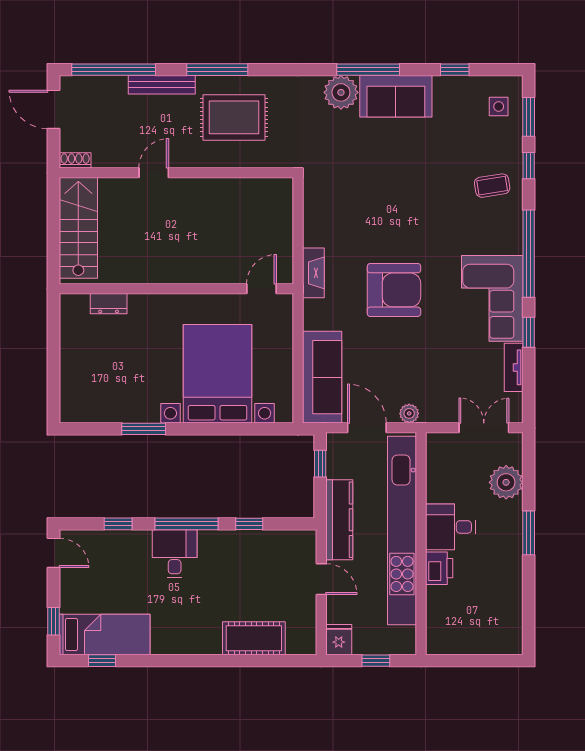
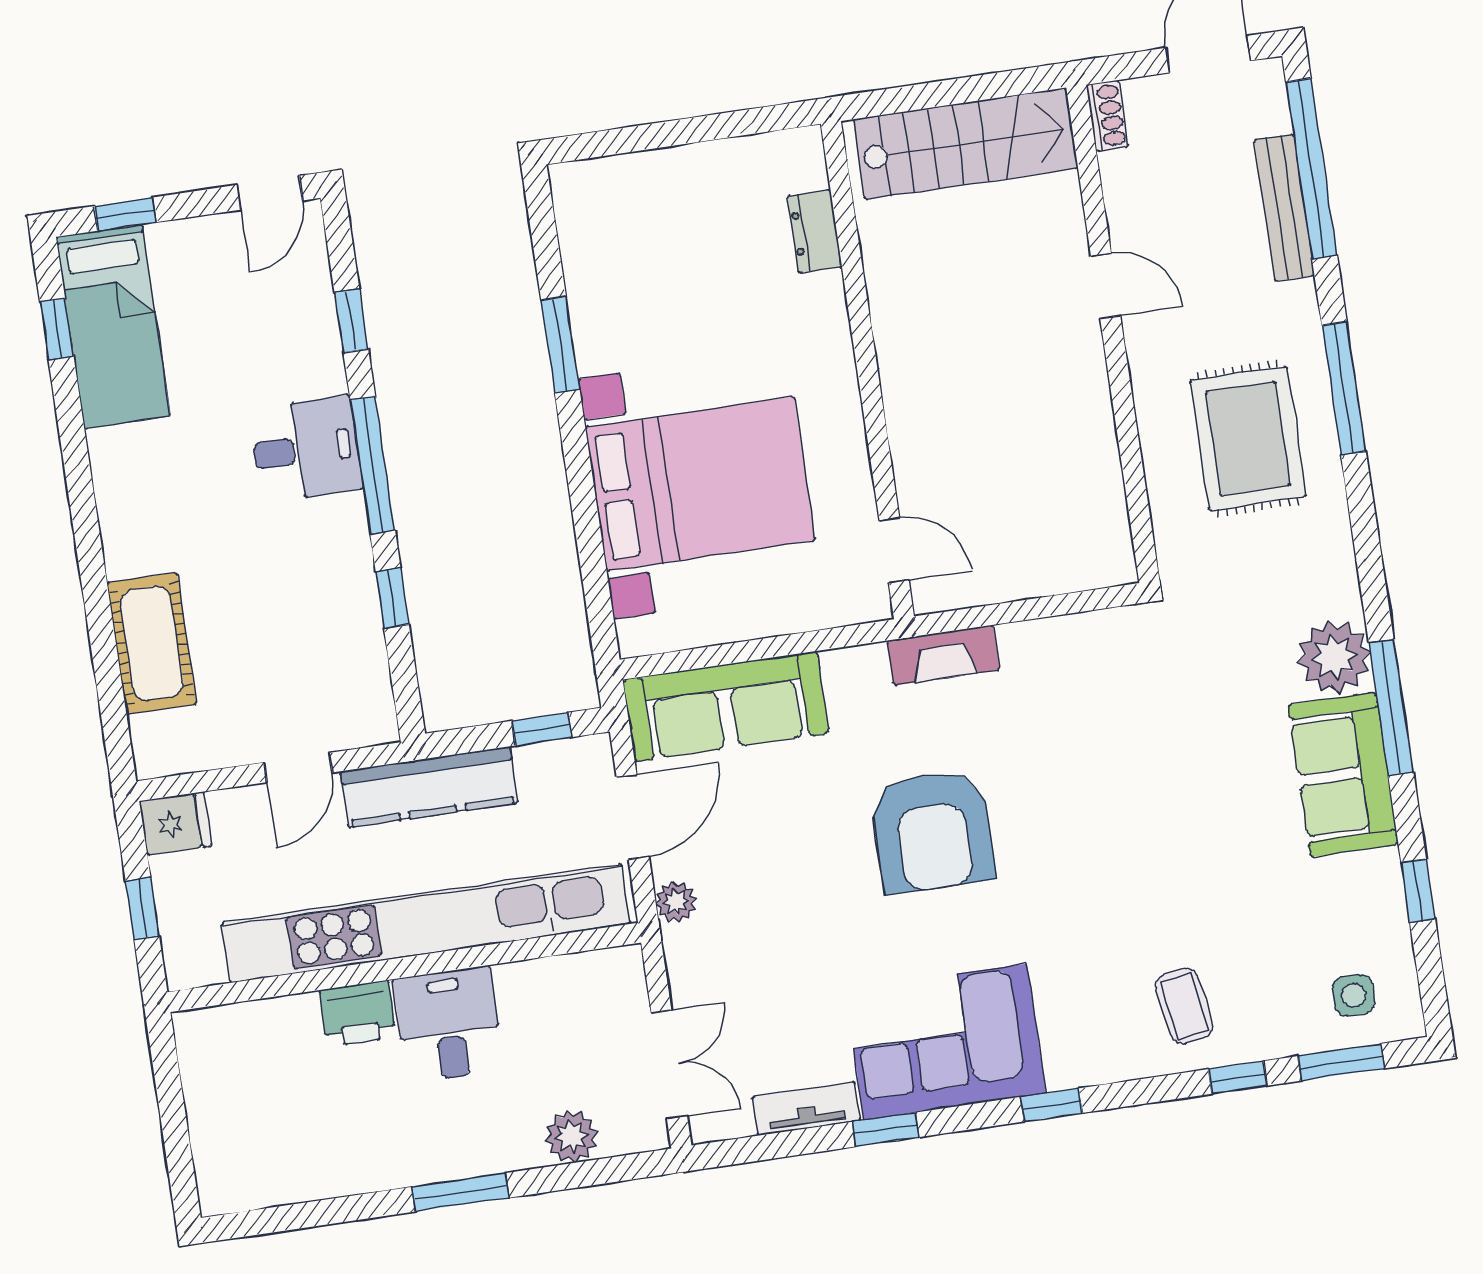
bench: (162, 85) -> (1284, 208), moved
window: (529, 254) -> (1052, 1105), width x0.32
plant: (506, 482) -> (571, 1137), width x0.73, depth x0.73

